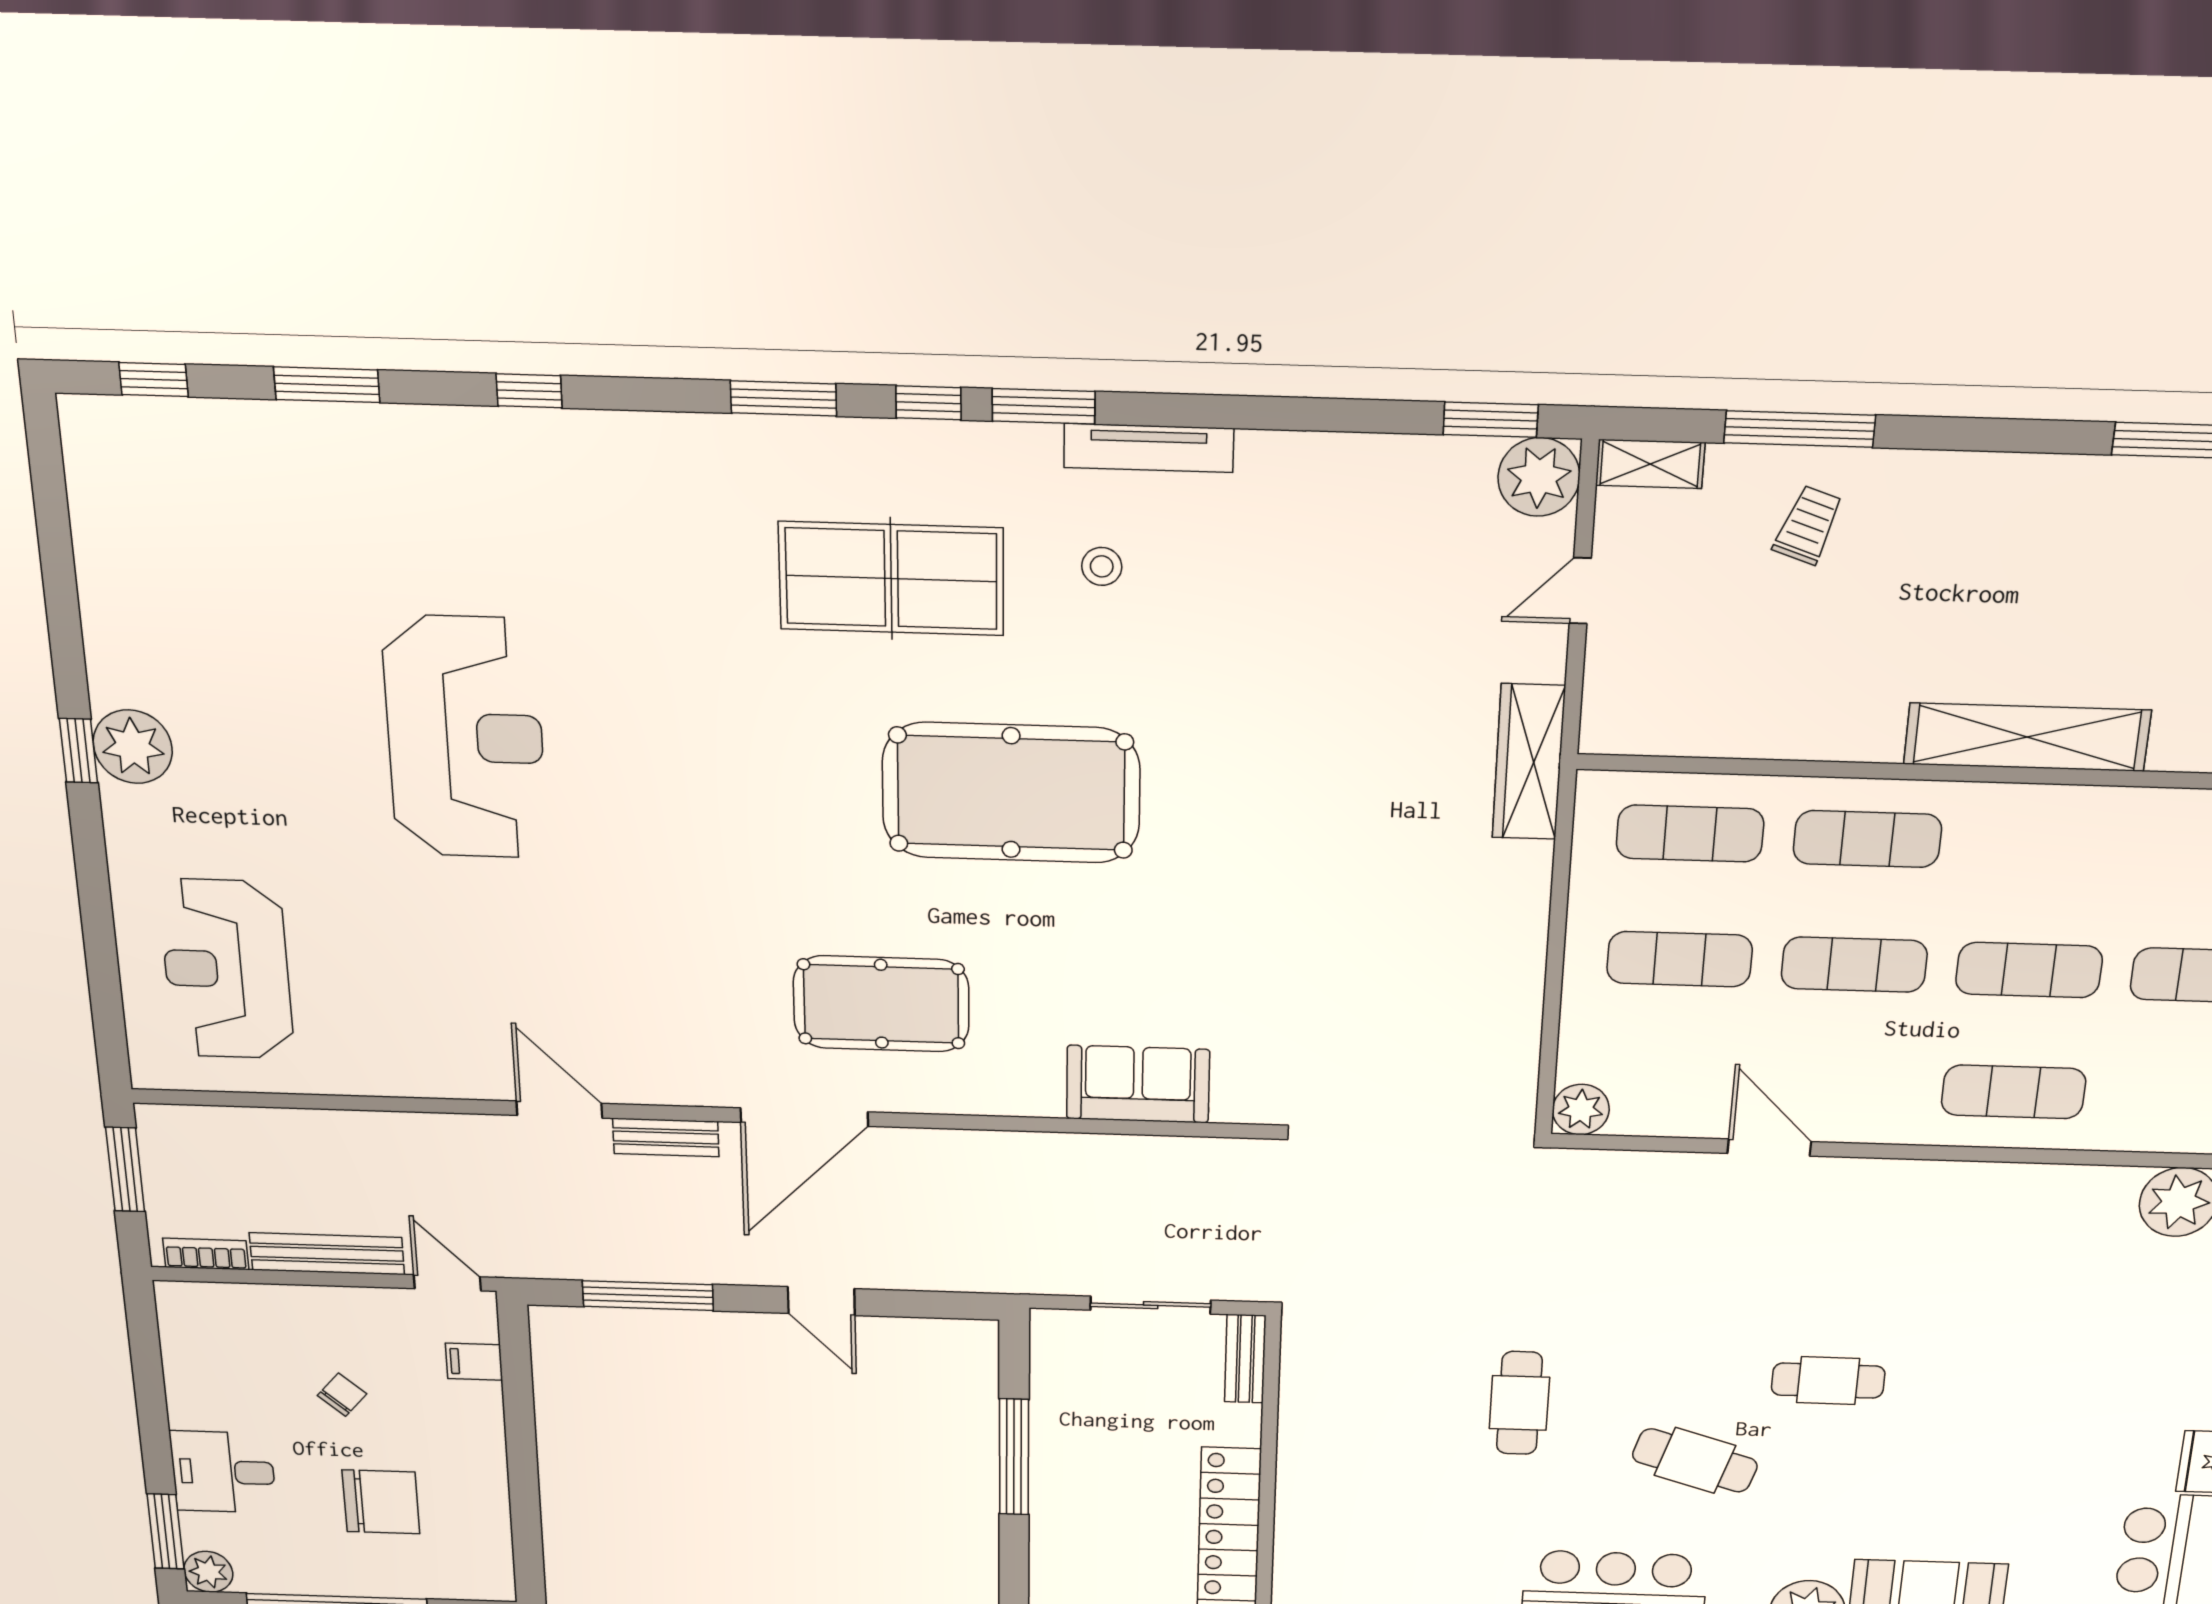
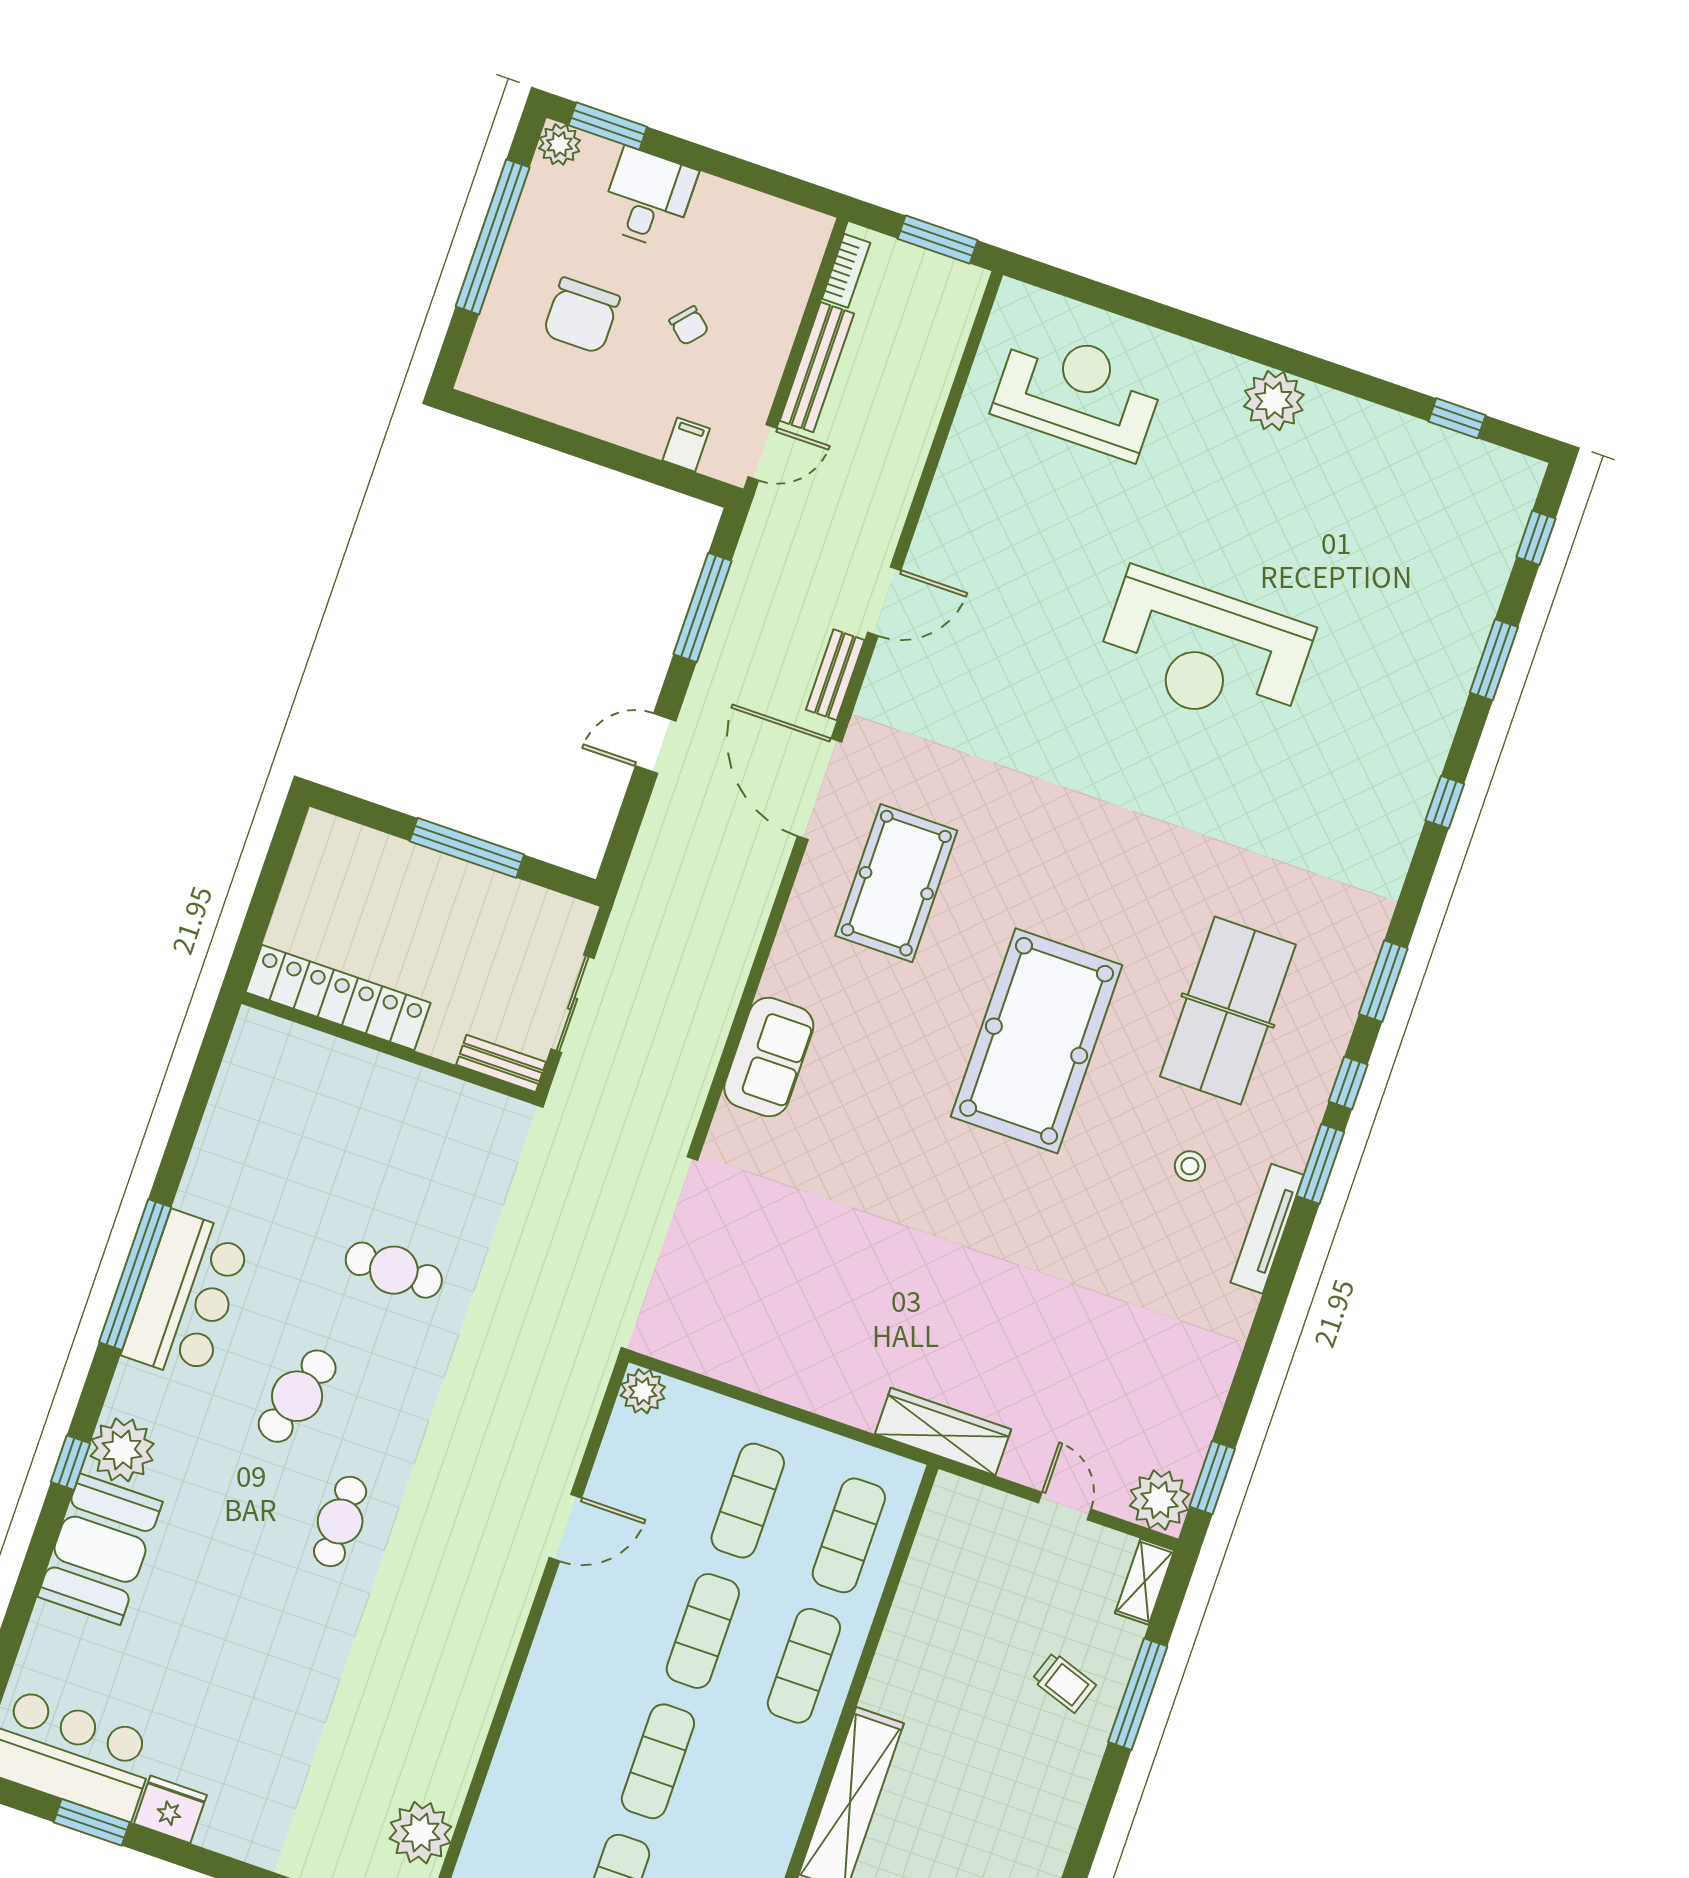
window: (78, 751) -> (1457, 418), moved
exercise mat: (2014, 1092) -> (557, 1727), removed

